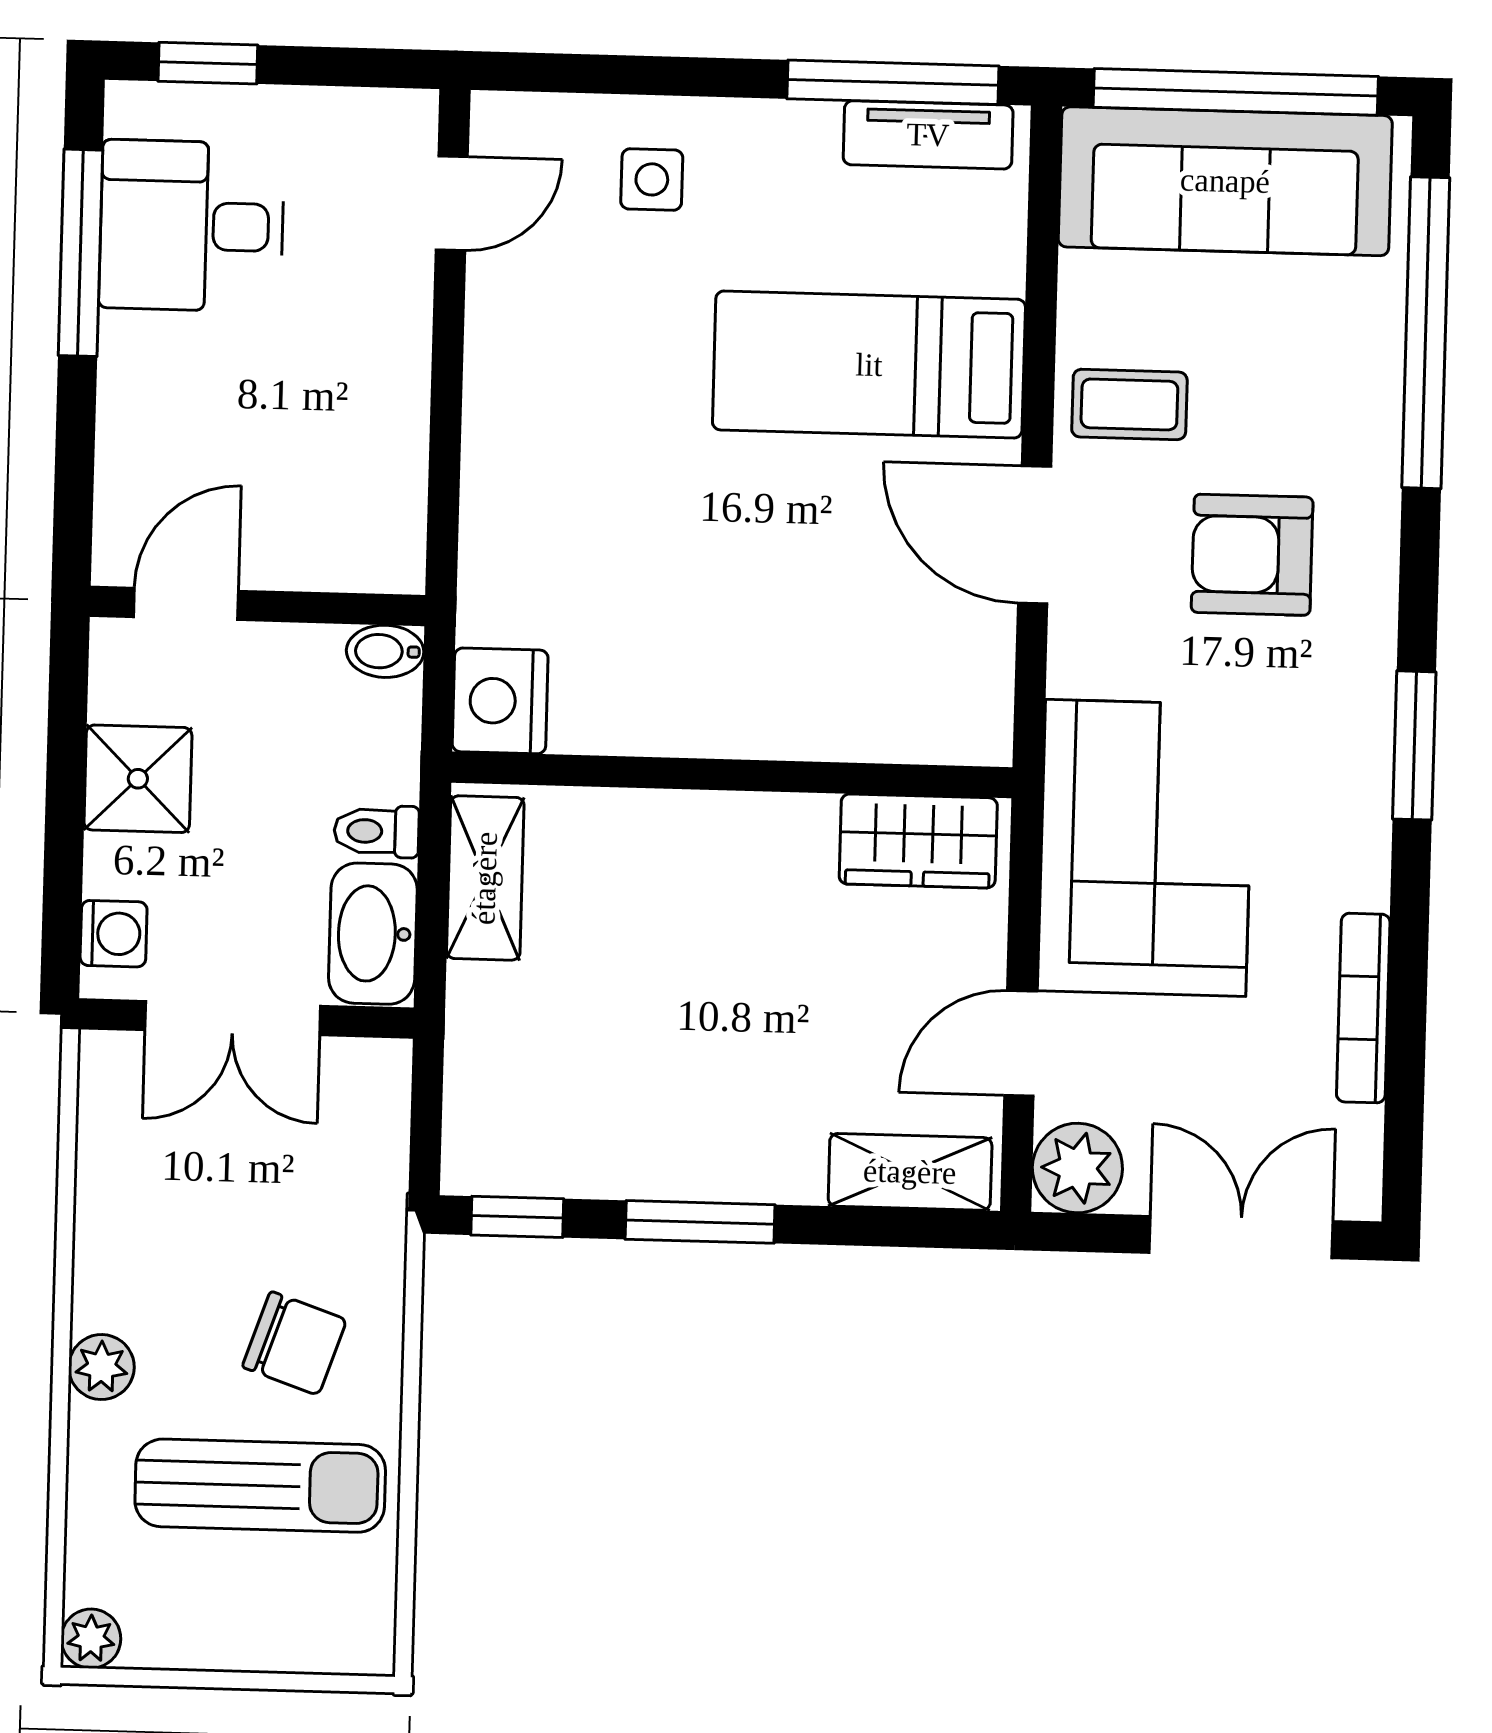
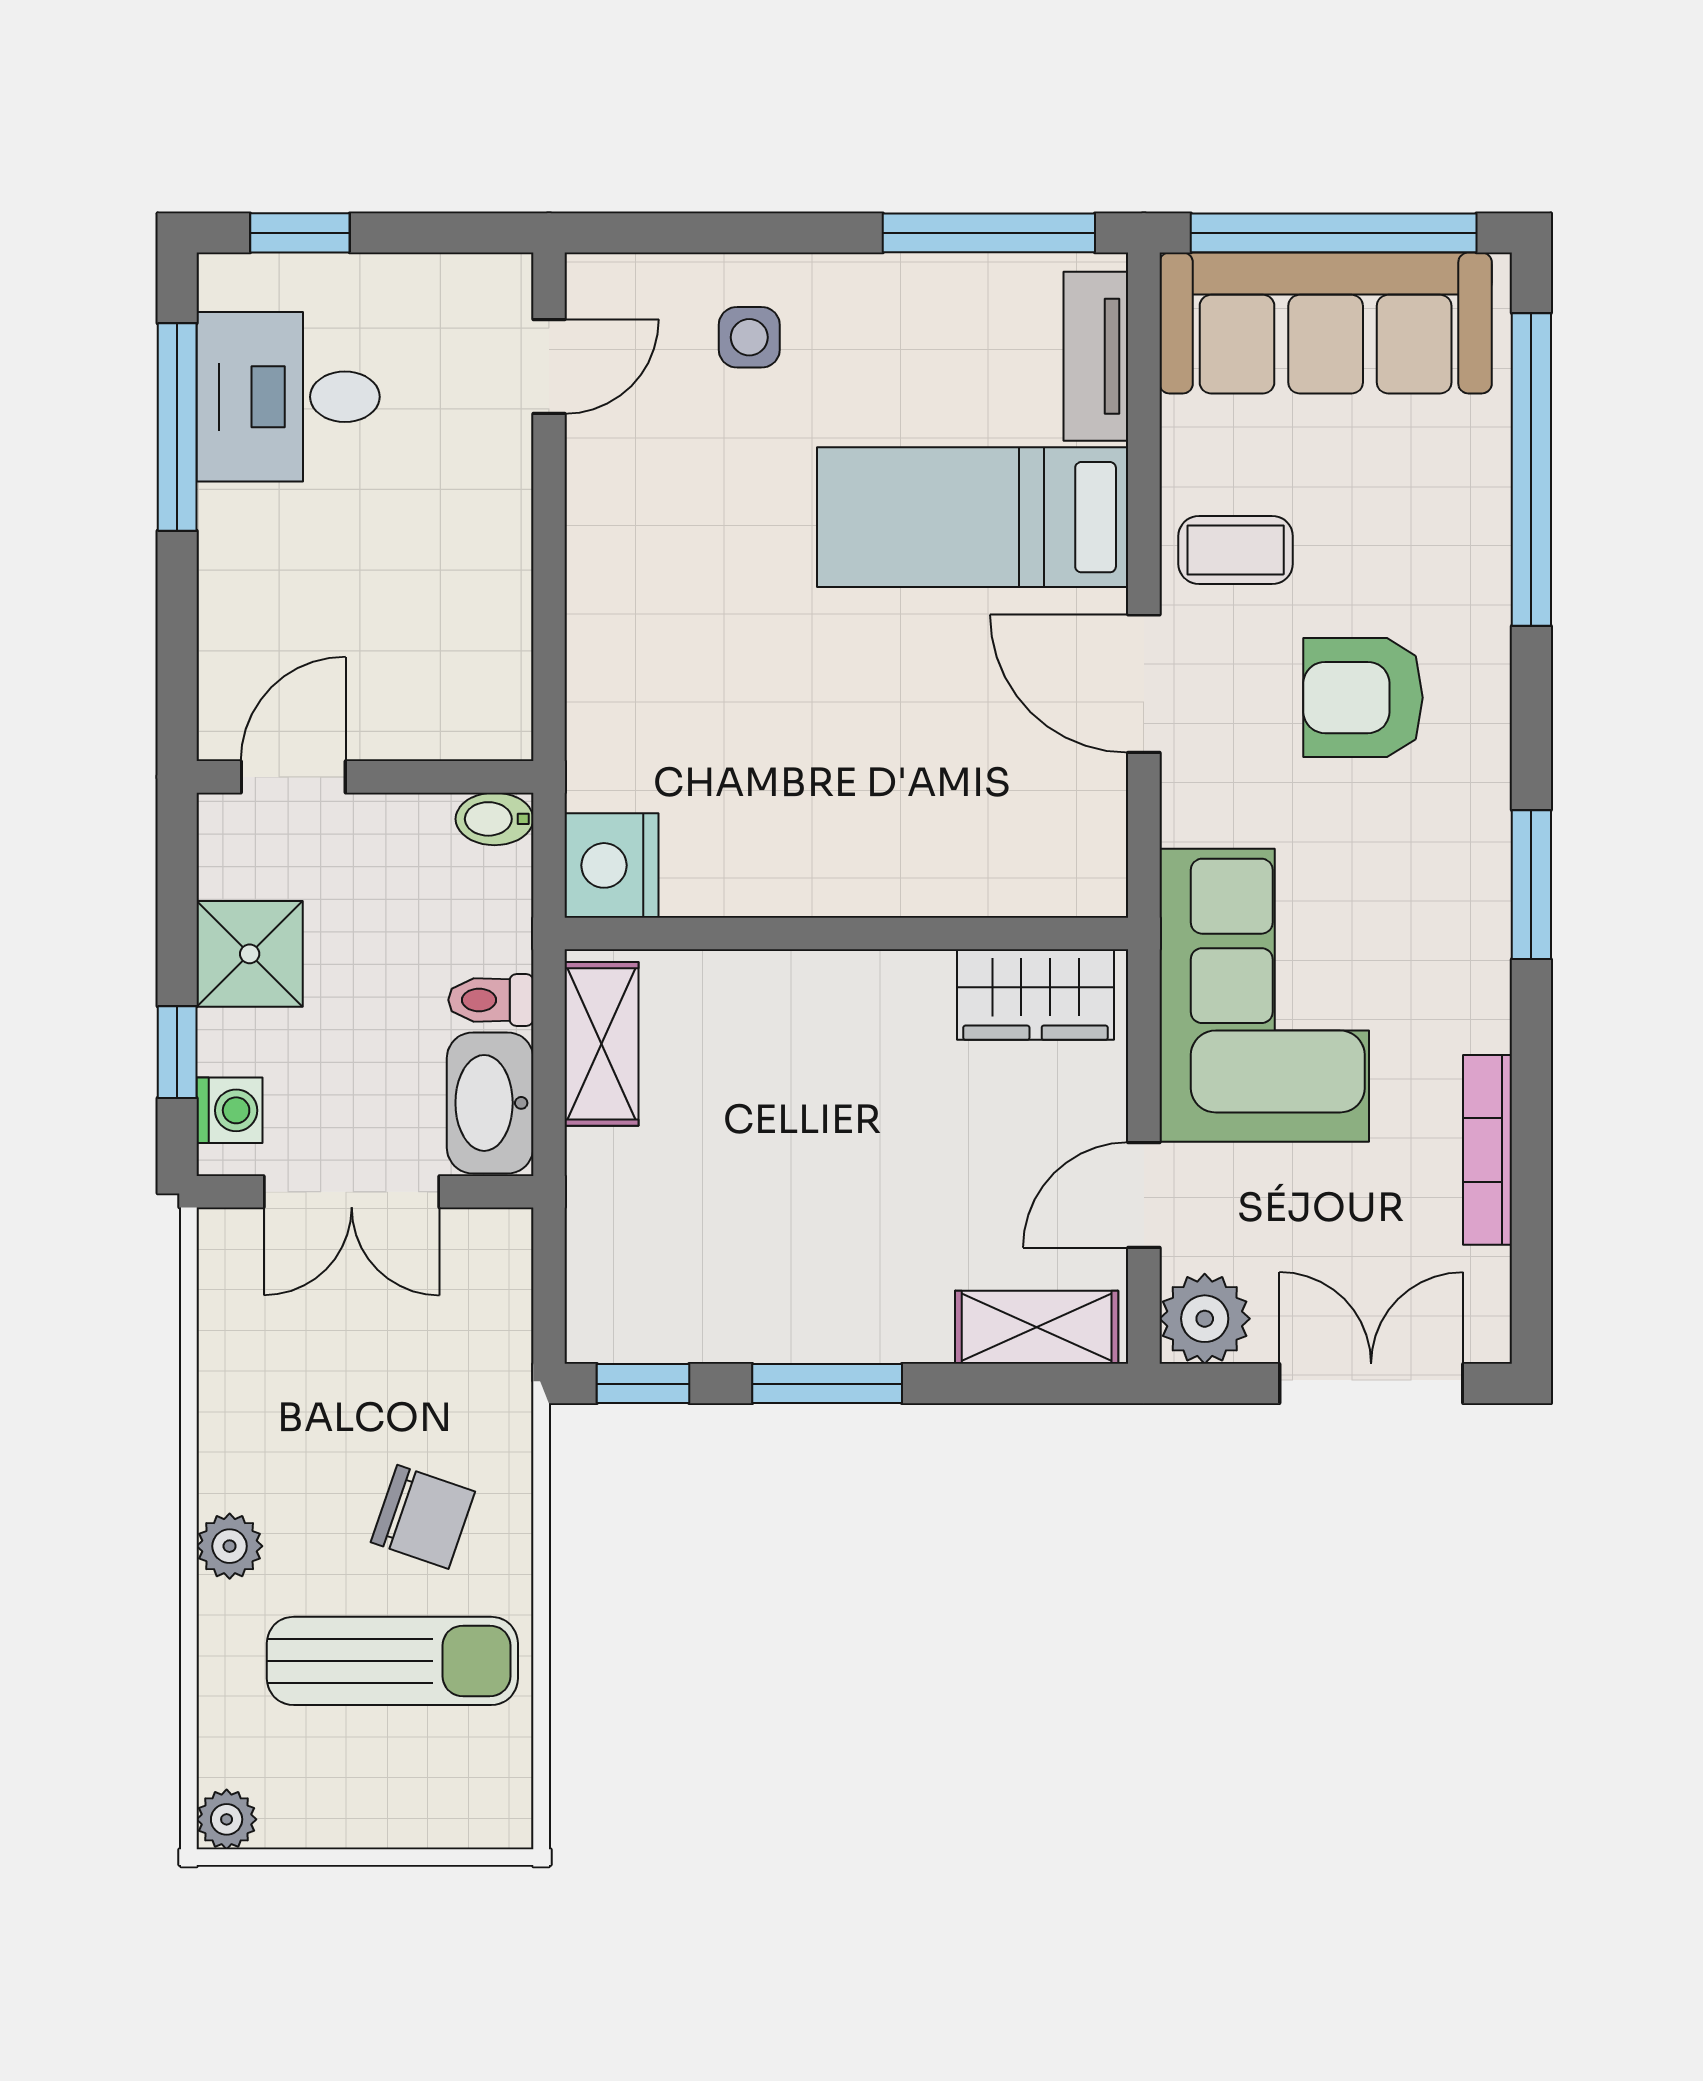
tv unit: (928, 135) -> (1096, 356), moved, turned 90
window: (63, 874) -> (177, 1052), added

